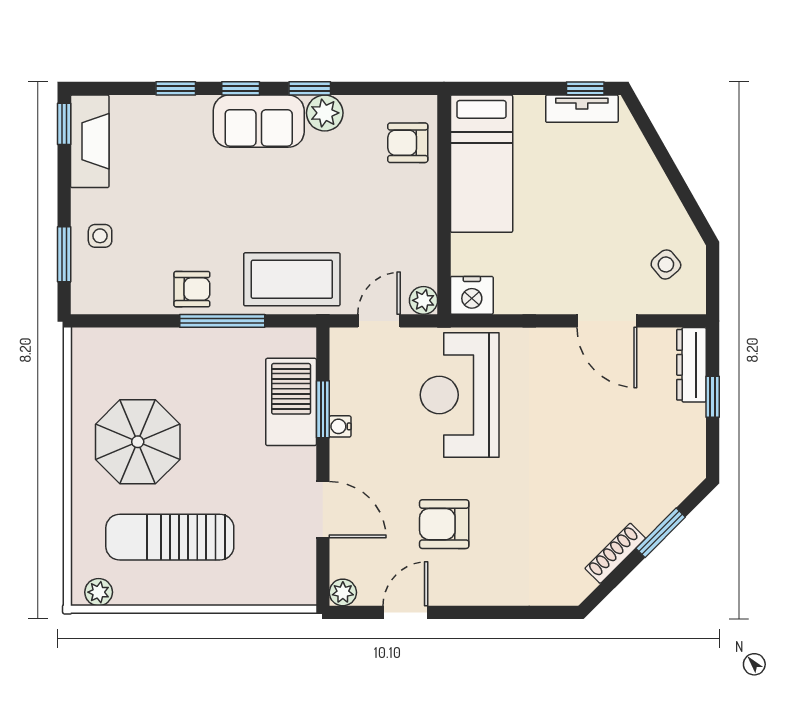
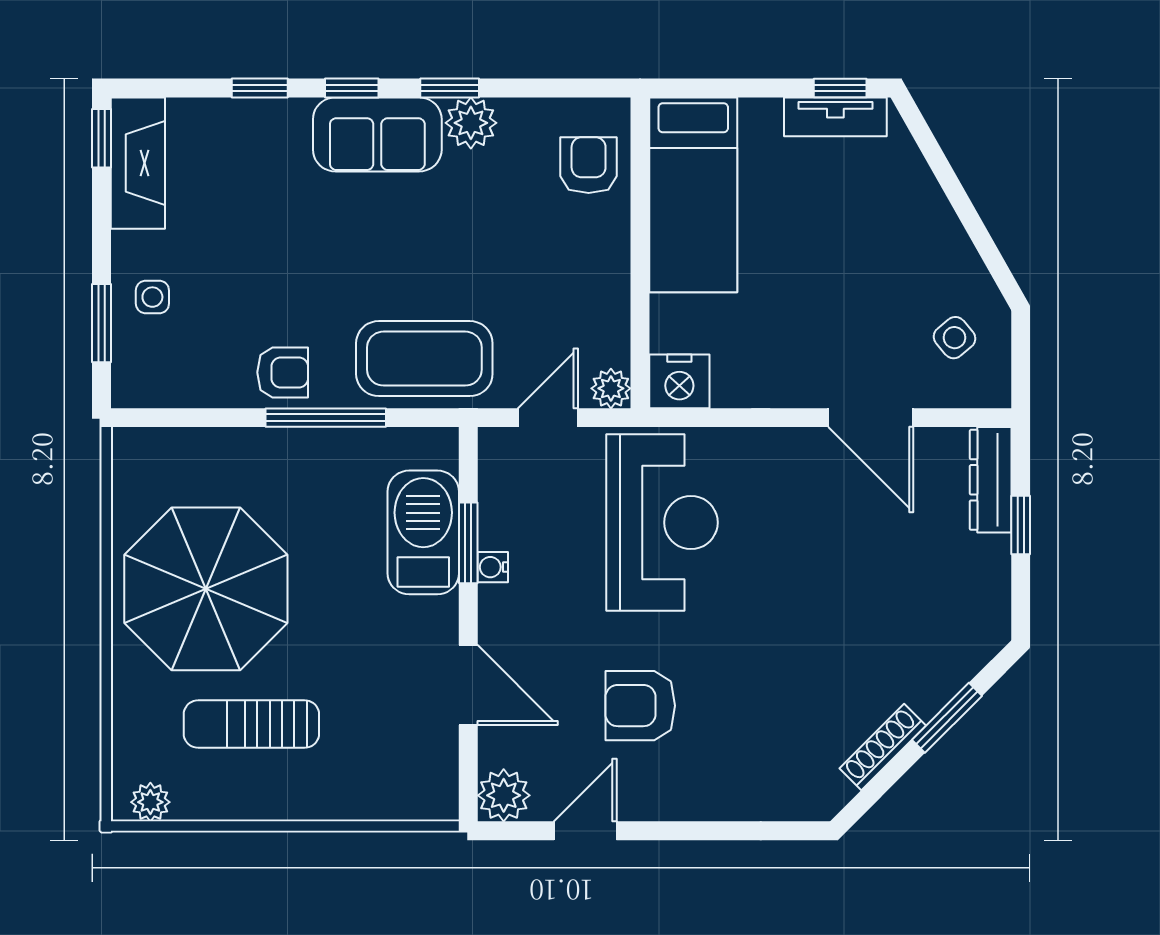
armchair: (408, 143) -> (589, 165), turned 90
reception desk: (460, 395) -> (662, 523), turned 180
parasol: (138, 442) -> (206, 589), width x1.36, depth x1.36
sun lounger: (170, 537) -> (251, 724), width x0.73, depth x0.75
plant: (343, 592) -> (504, 795), width x1.38, depth x1.38

